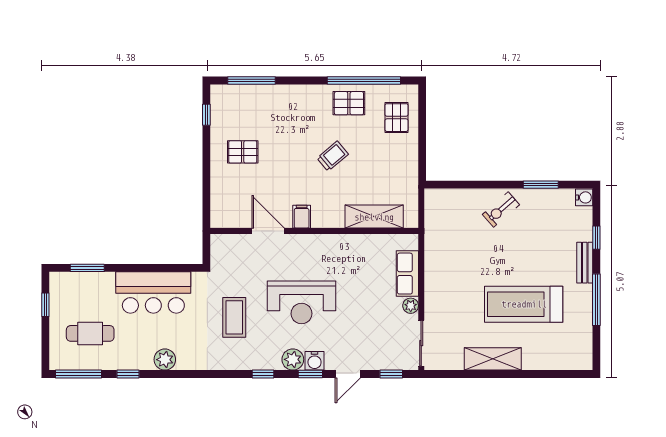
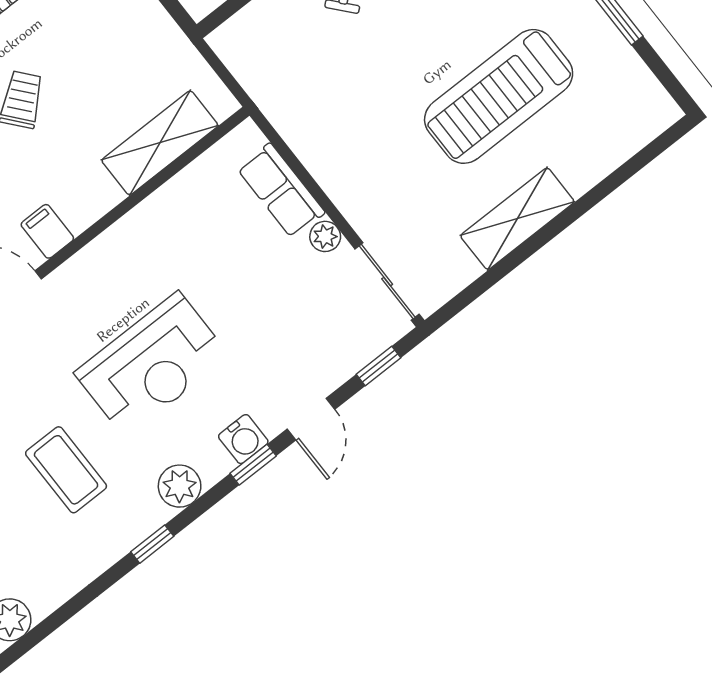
plant: (293, 359) -> (180, 486), moved
window: (263, 374) -> (152, 544), moved

